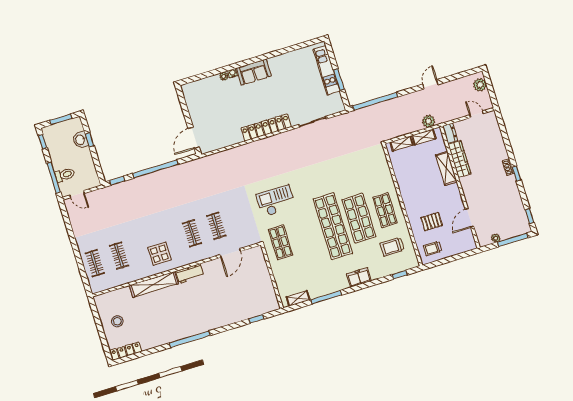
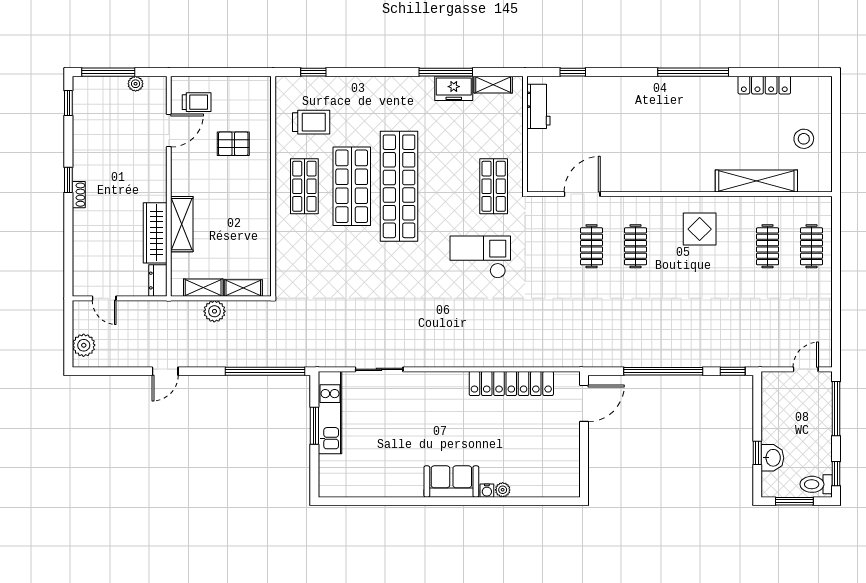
kitchen unit: (327, 70) -> (330, 413), moved
plant: (428, 121) -> (214, 311), moved
locker: (266, 128) -> (511, 383), moved
toilet: (65, 175) -> (816, 484), moved
door: (77, 194) -> (806, 369), hinge flipped
checkout: (276, 201) -> (480, 257), turned 180
trolley: (433, 248) -> (197, 102), moved
workbench: (190, 274) -> (538, 106), moved, turned 90
freezer: (359, 277) -> (454, 88), moved
shelving: (154, 284) -> (756, 181), moved
locker: (126, 351) -> (764, 85), moved

